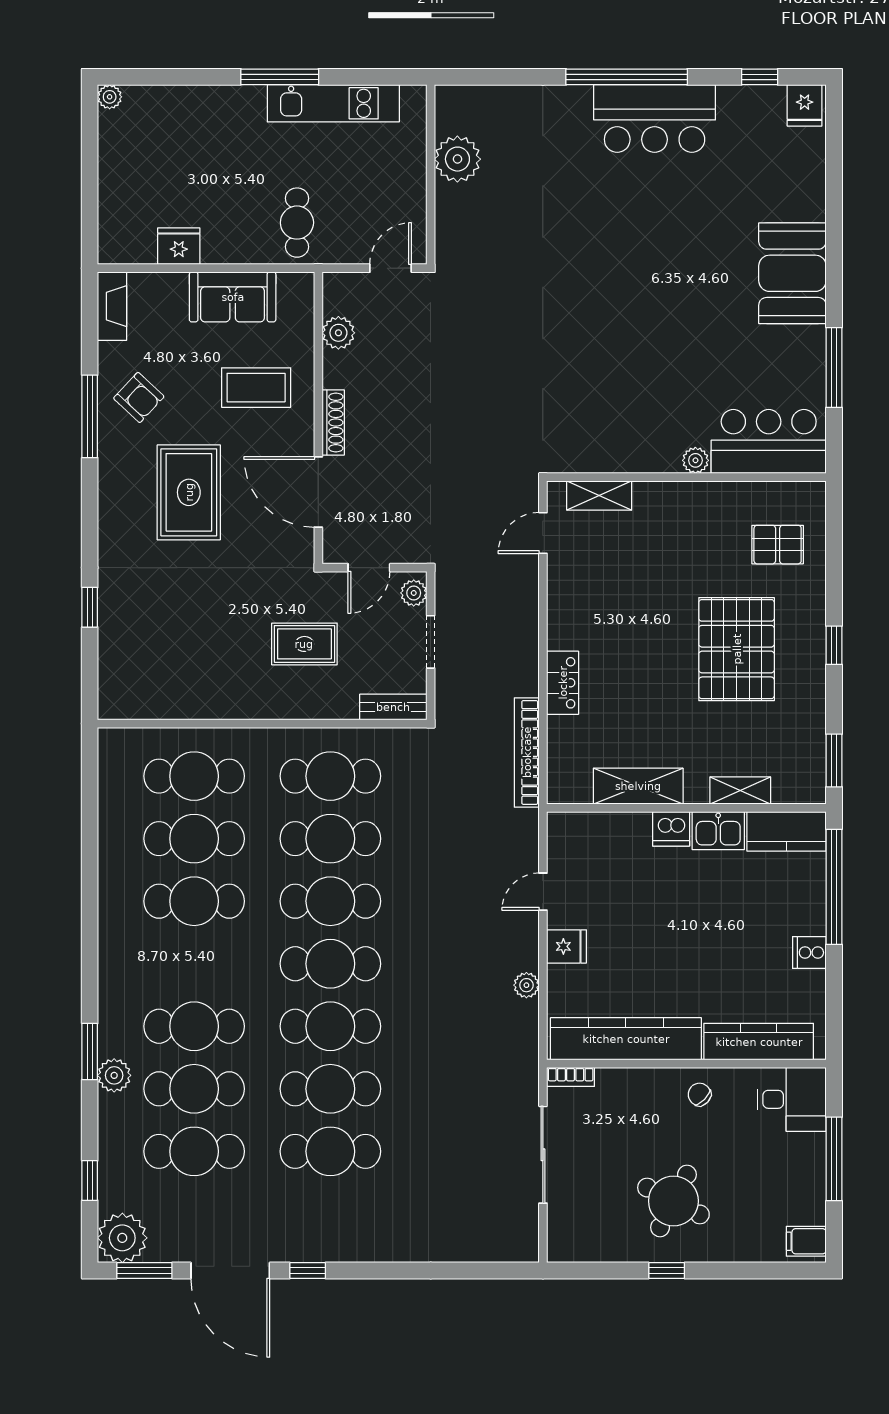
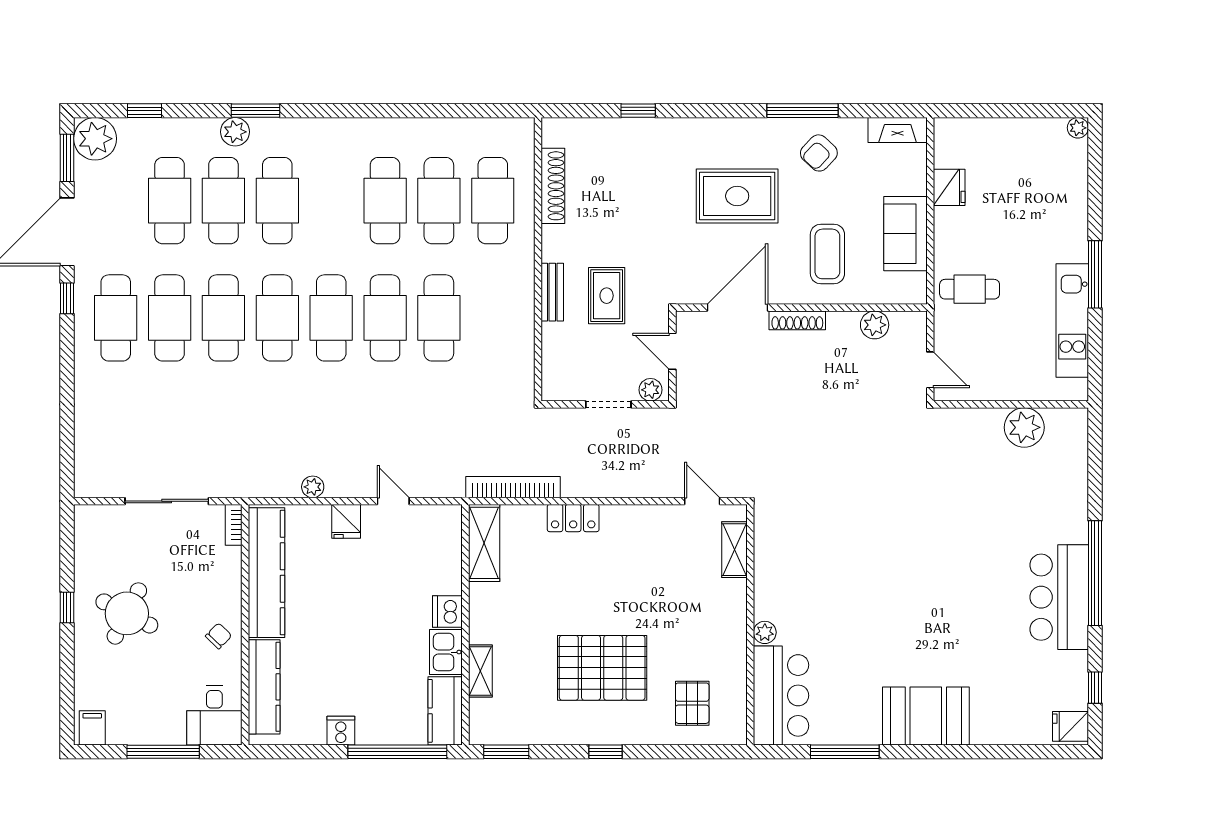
shoe rack: (177, 706) -> (553, 186), added
bench: (393, 707) -> (552, 292), moved
cafe table: (330, 776) -> (116, 318), moved
shelving: (638, 786) -> (484, 543), moved

